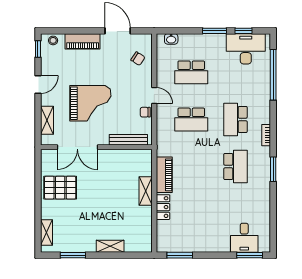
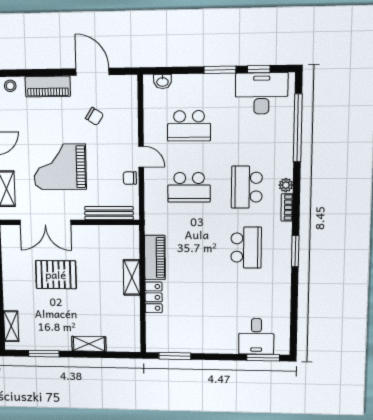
chair: (138, 59) -> (94, 116), moved
grand piano: (90, 103) -> (60, 167), turned 180
plant: (265, 118) -> (286, 185), added
pallet: (60, 188) -> (56, 275), moved

